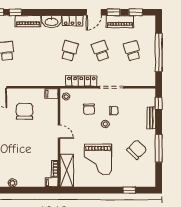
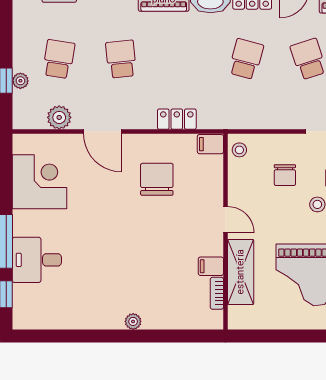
locker: (81, 81) -> (177, 119), moved, width x0.66
shelving: (67, 170) -> (241, 272), moved
filing cabinet: (52, 182) -> (211, 266), moved

